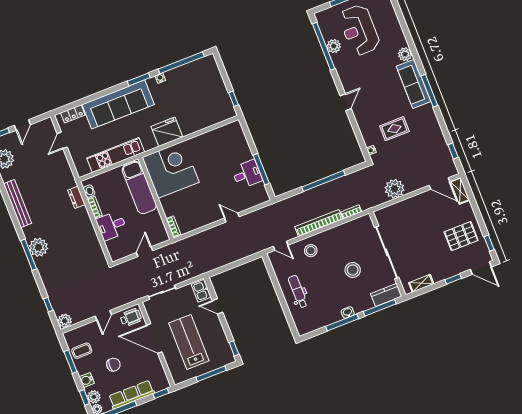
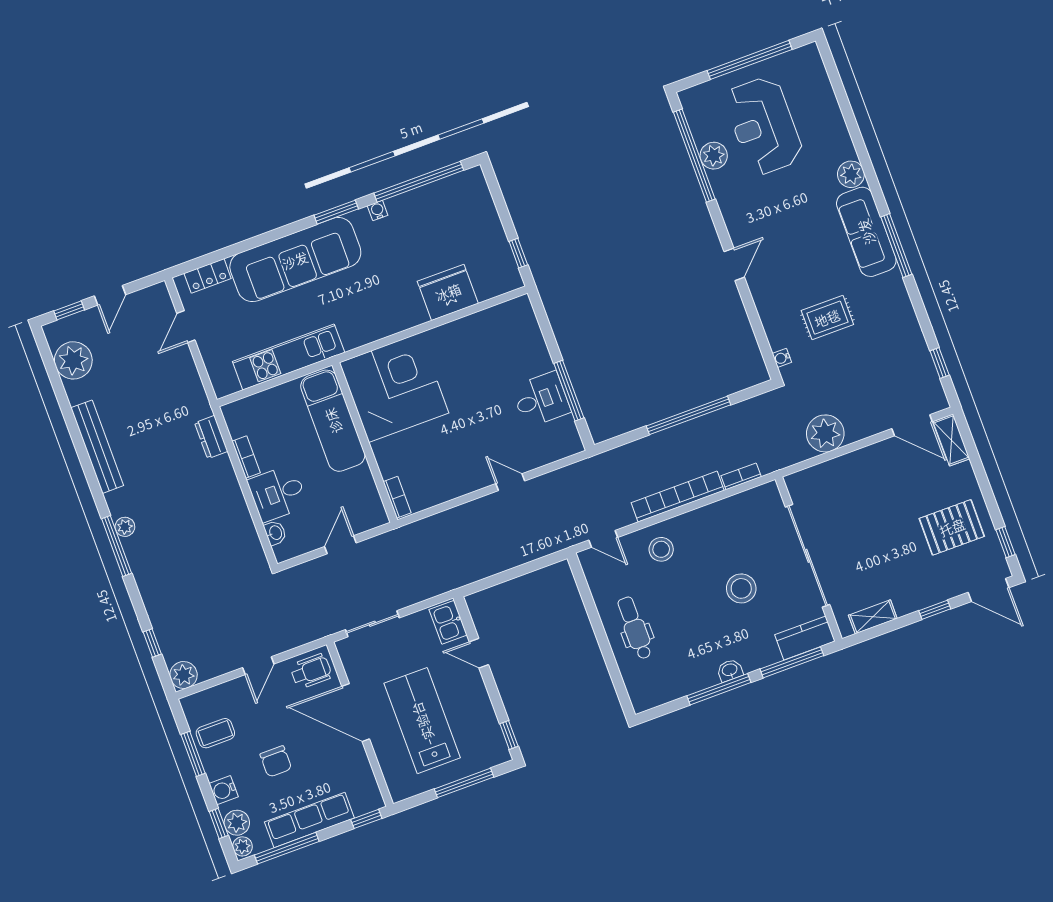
fridge: (167, 132) -> (448, 292), moved
washbasin: (89, 191) -> (275, 533), moved
plant: (38, 247) -> (125, 527), width x0.53, depth x0.53
chair: (113, 365) -> (276, 761), turned 90

